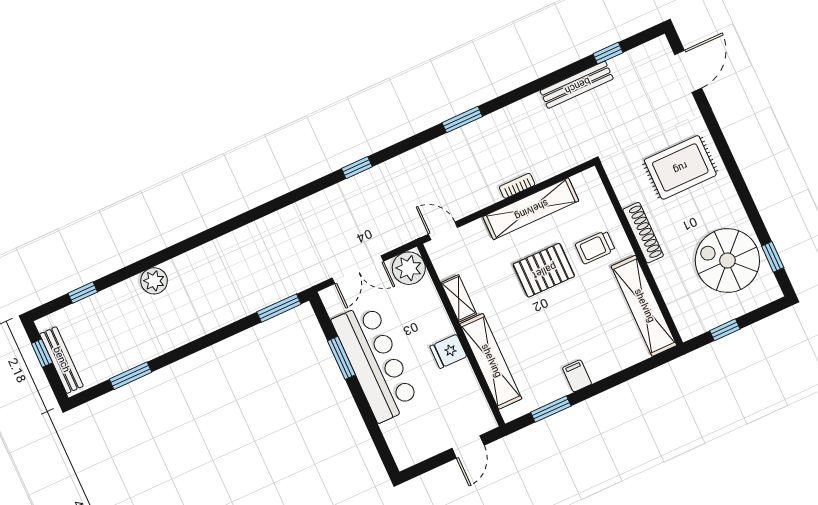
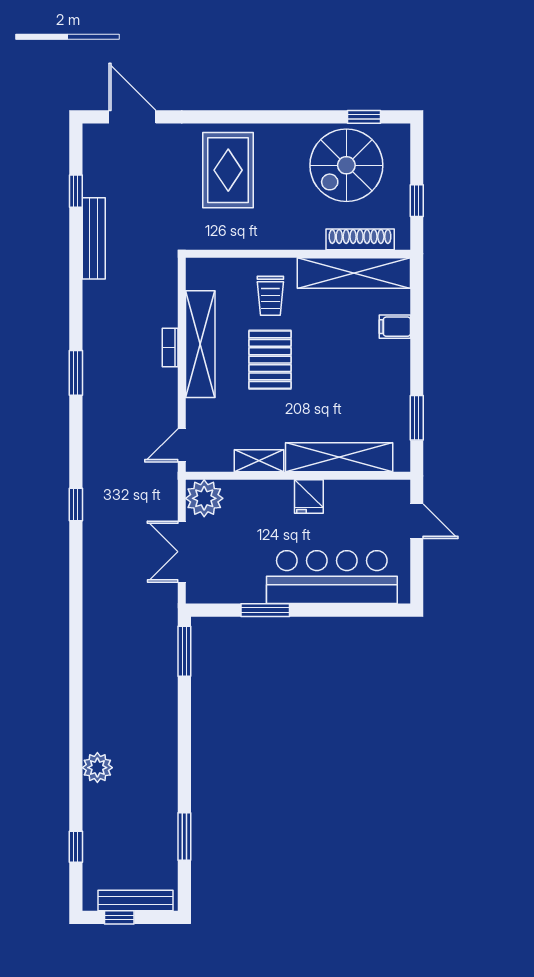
shoe rack: (643, 233) -> (360, 239), moved
double door: (358, 270) -> (182, 552), swing flipped
bar counter: (375, 362) -> (332, 577), moved
filing cabinet: (577, 376) -> (395, 327), moved

